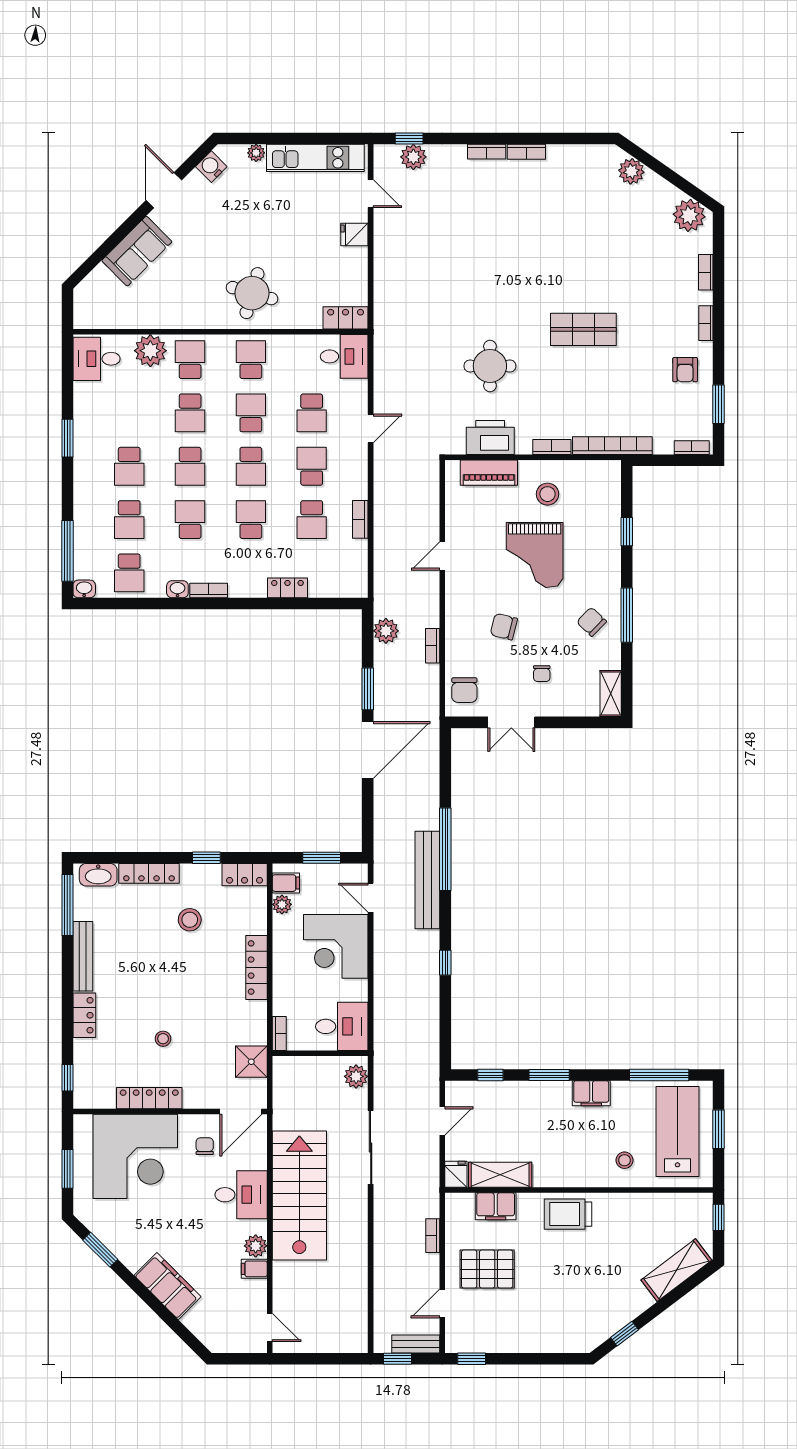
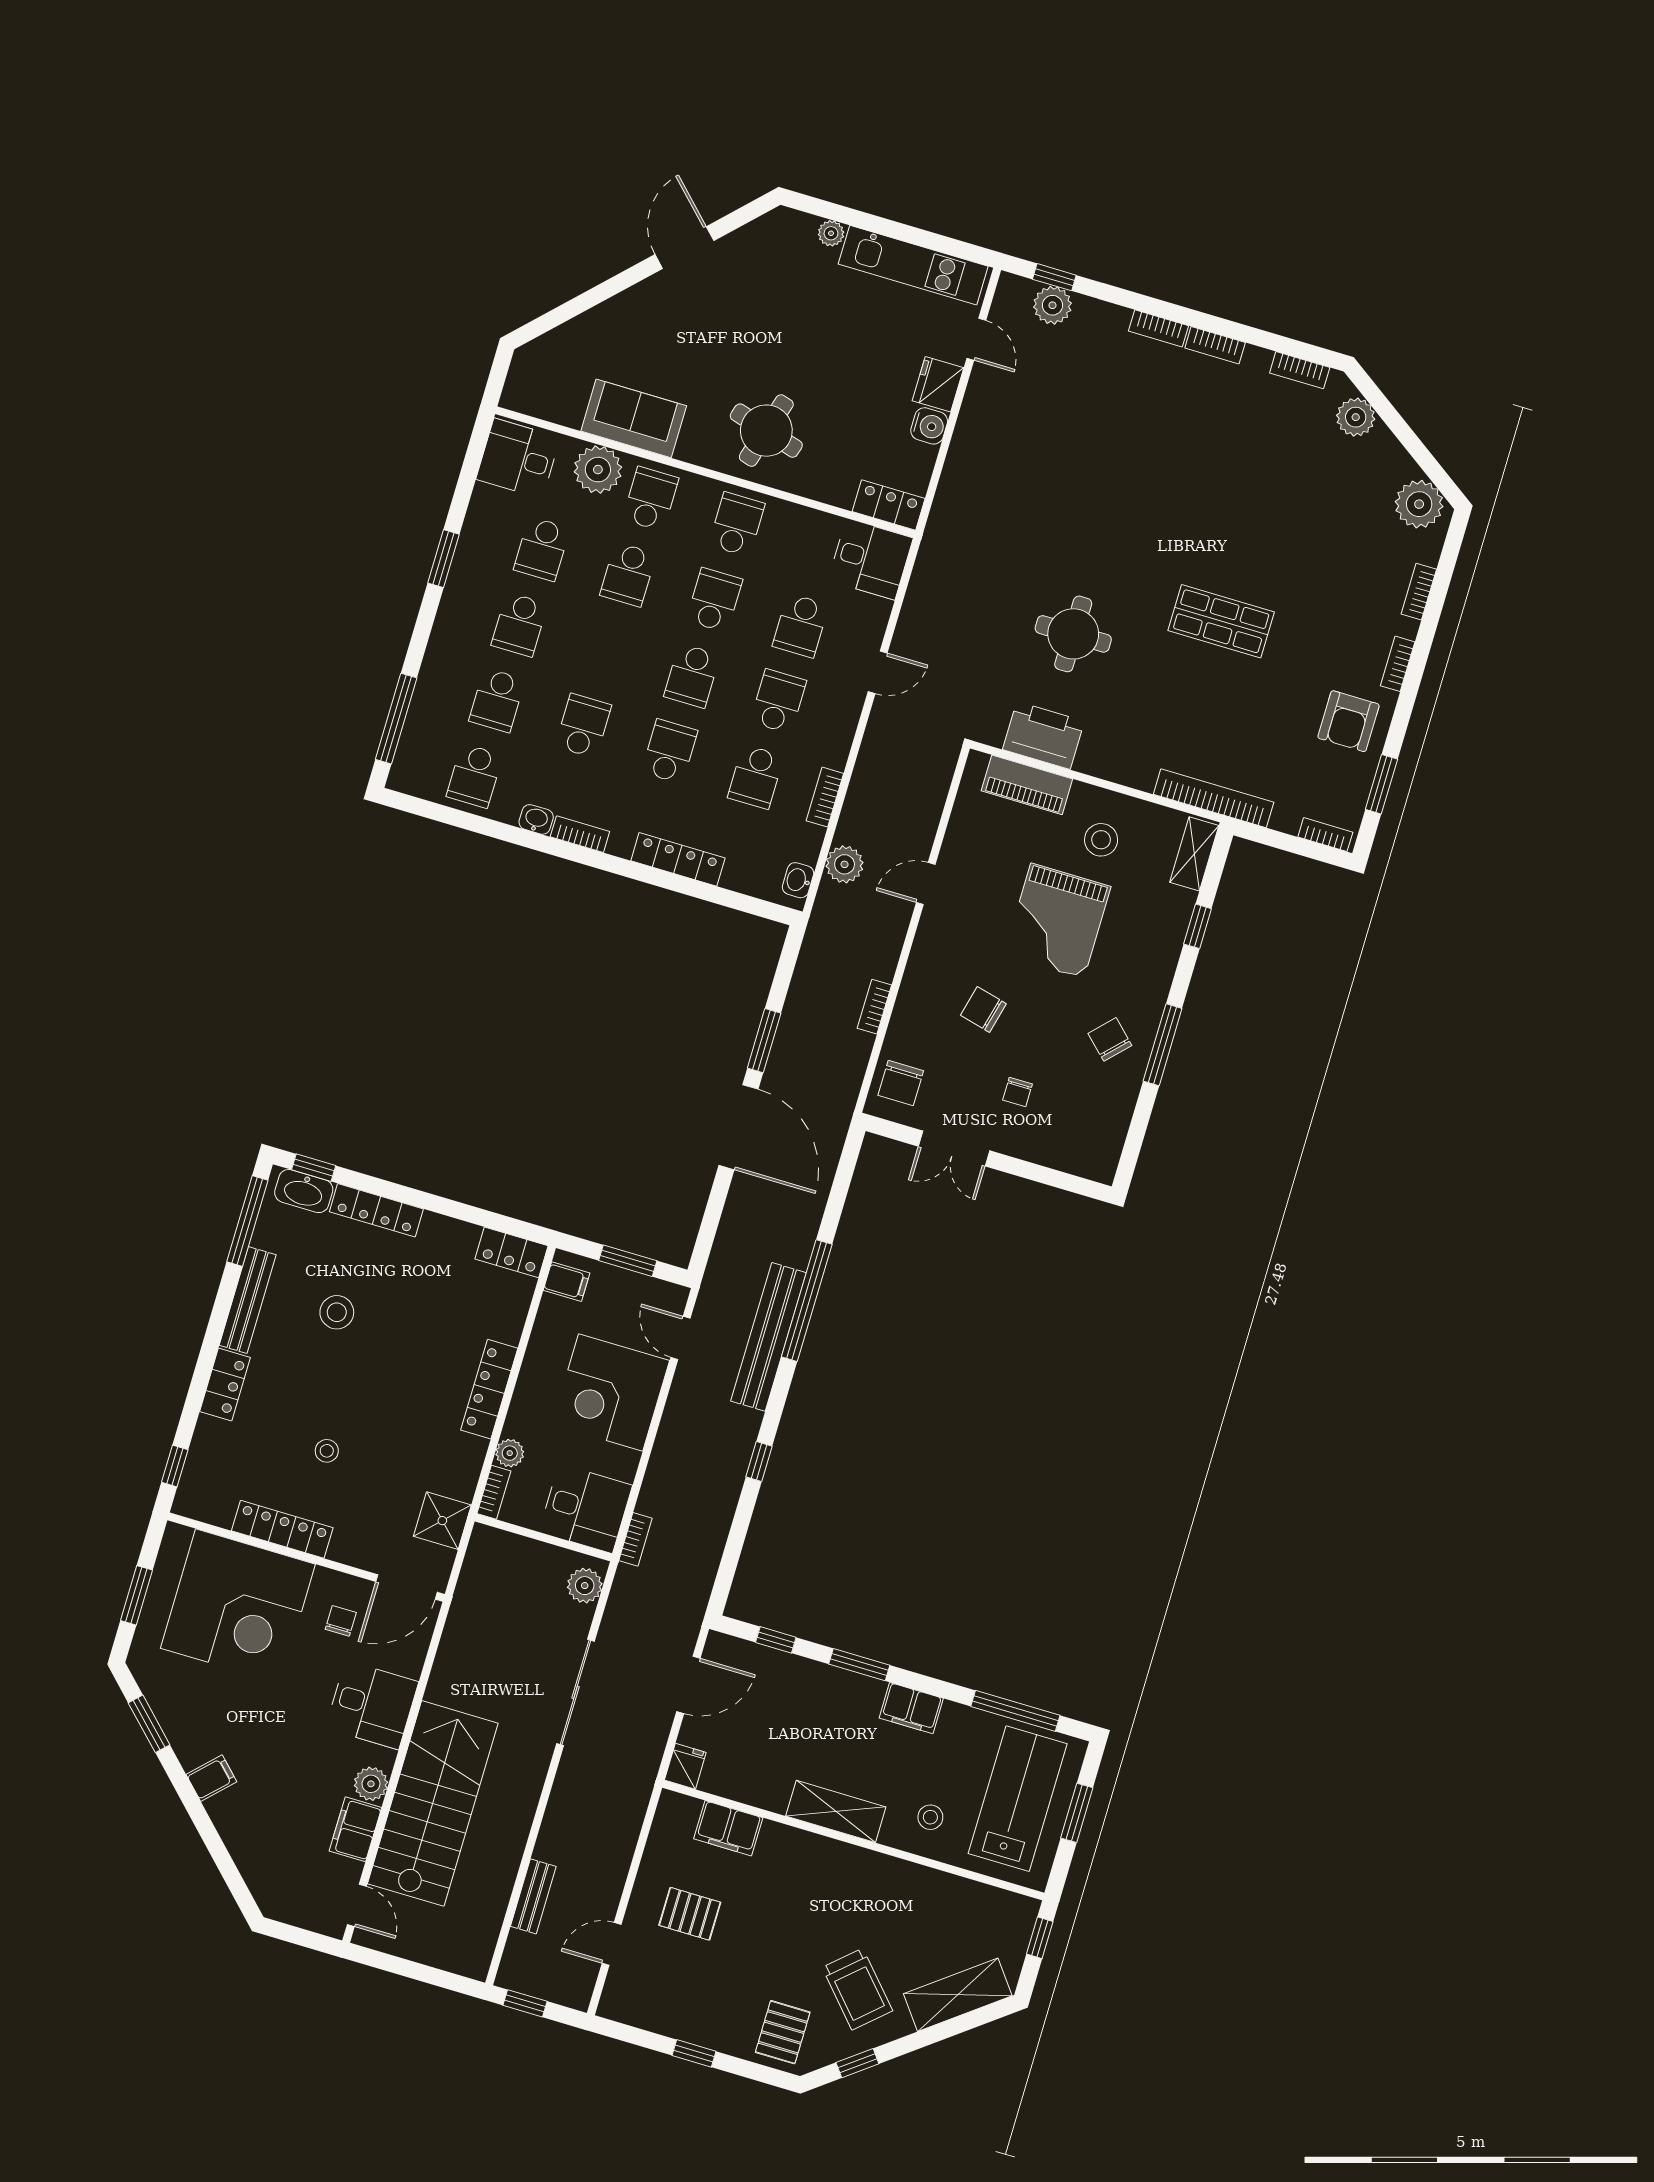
water cooler: (211, 167) -> (929, 426), moved, turned 135
fridge: (354, 234) -> (938, 384), width x1.38
sofa: (137, 251) -> (634, 418), moved, turned -135
armchair: (685, 370) -> (1349, 721), width x1.38, depth x1.38
bookcase: (552, 447) -> (1300, 370), moved, turned 180
school desk: (190, 466) -> (542, 549), moved
locker: (287, 588) -> (678, 859), width x1.53
washbasin: (84, 589) -> (798, 880), moved, turned -90
plant: (386, 631) -> (845, 864), moved
shelving: (611, 694) -> (1194, 854), moved
door: (368, 750) -> (738, 1127), hinge flipped
window: (206, 858) -> (314, 1168), moved
plant: (282, 904) -> (510, 1453), moved
stool: (190, 920) -> (337, 1312), moved
door: (442, 1121) -> (688, 1685), width x1.38
shelving: (500, 1175) -> (836, 1811), moved
stairs: (299, 1195) -> (433, 1803), moved
trolley: (568, 1214) -> (857, 1989), moved, turned -132
bookcase: (433, 1236) -> (635, 1539), moved, turned 180
filing cabinet: (254, 1269) -> (355, 1829), width x2.00
pallet: (487, 1269) -> (690, 1914), width x0.67, depth x0.71
filing cabinet: (168, 1286) -> (211, 1778), width x0.33, depth x0.86
pallet: (570, 1328) -> (783, 2032), added
bench: (416, 1344) -> (533, 1896), moved, turned 90
window: (472, 1359) -> (694, 2053), moved

